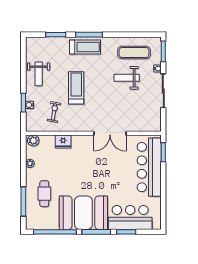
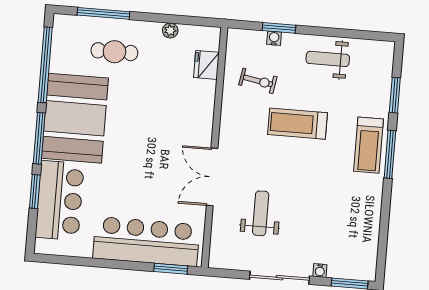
exercise mat: (134, 53) -> (352, 231), removed
weight bench: (127, 78) -> (261, 213), moved
treadmill: (76, 88) -> (298, 124), turned 180
plant: (33, 141) -> (210, 40), removed
fridge: (63, 142) -> (206, 65), moved

